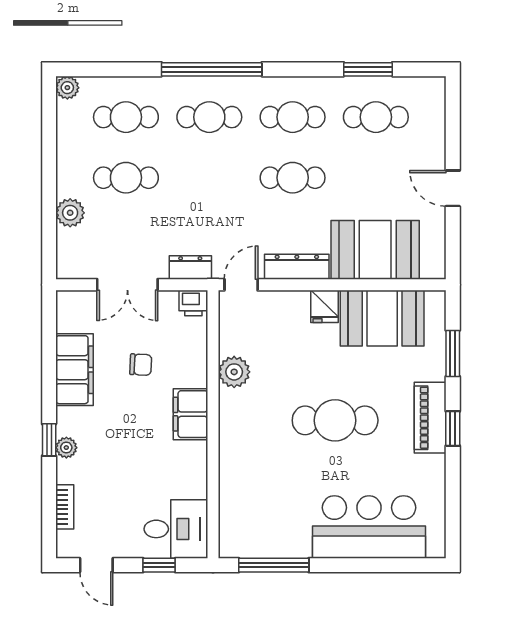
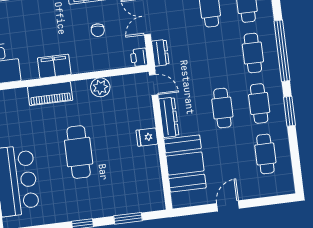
window: (368, 69) -> (289, 111), moved
booth: (382, 318) -> (144, 173), removed
filing cabinet: (190, 414) -> (54, 66), moved
piano: (430, 418) -> (50, 94), moved, turned 180

